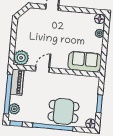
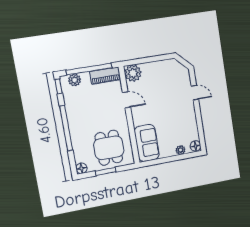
dining table: (63, 111) -> (109, 148), moved

